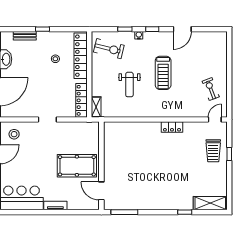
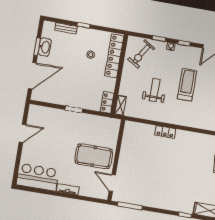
exercise bike: (109, 49) -> (141, 54), turned 107
treadmill: (163, 73) -> (187, 85), turned 180
weight bench: (129, 85) -> (155, 90), turned 180
locker: (81, 100) -> (107, 102), width x0.66
locker: (172, 127) -> (165, 132), moved
stool: (14, 134) -> (41, 117), removed

